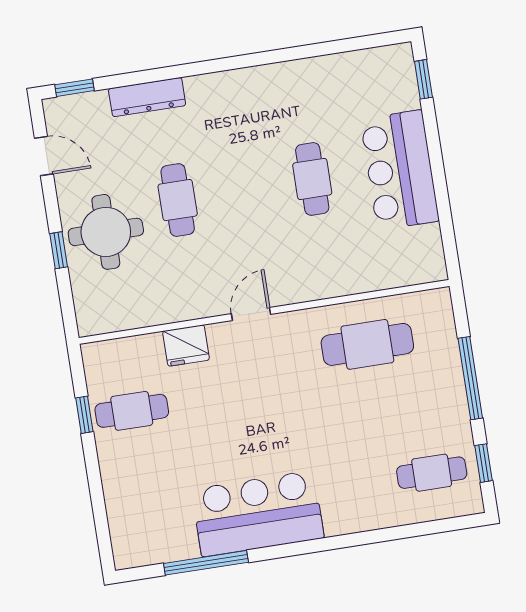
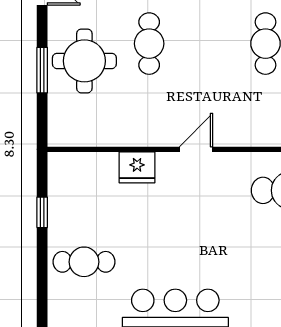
window: (59, 250) -> (42, 70), width x1.50
cafe table: (132, 411) -> (84, 262), moved

